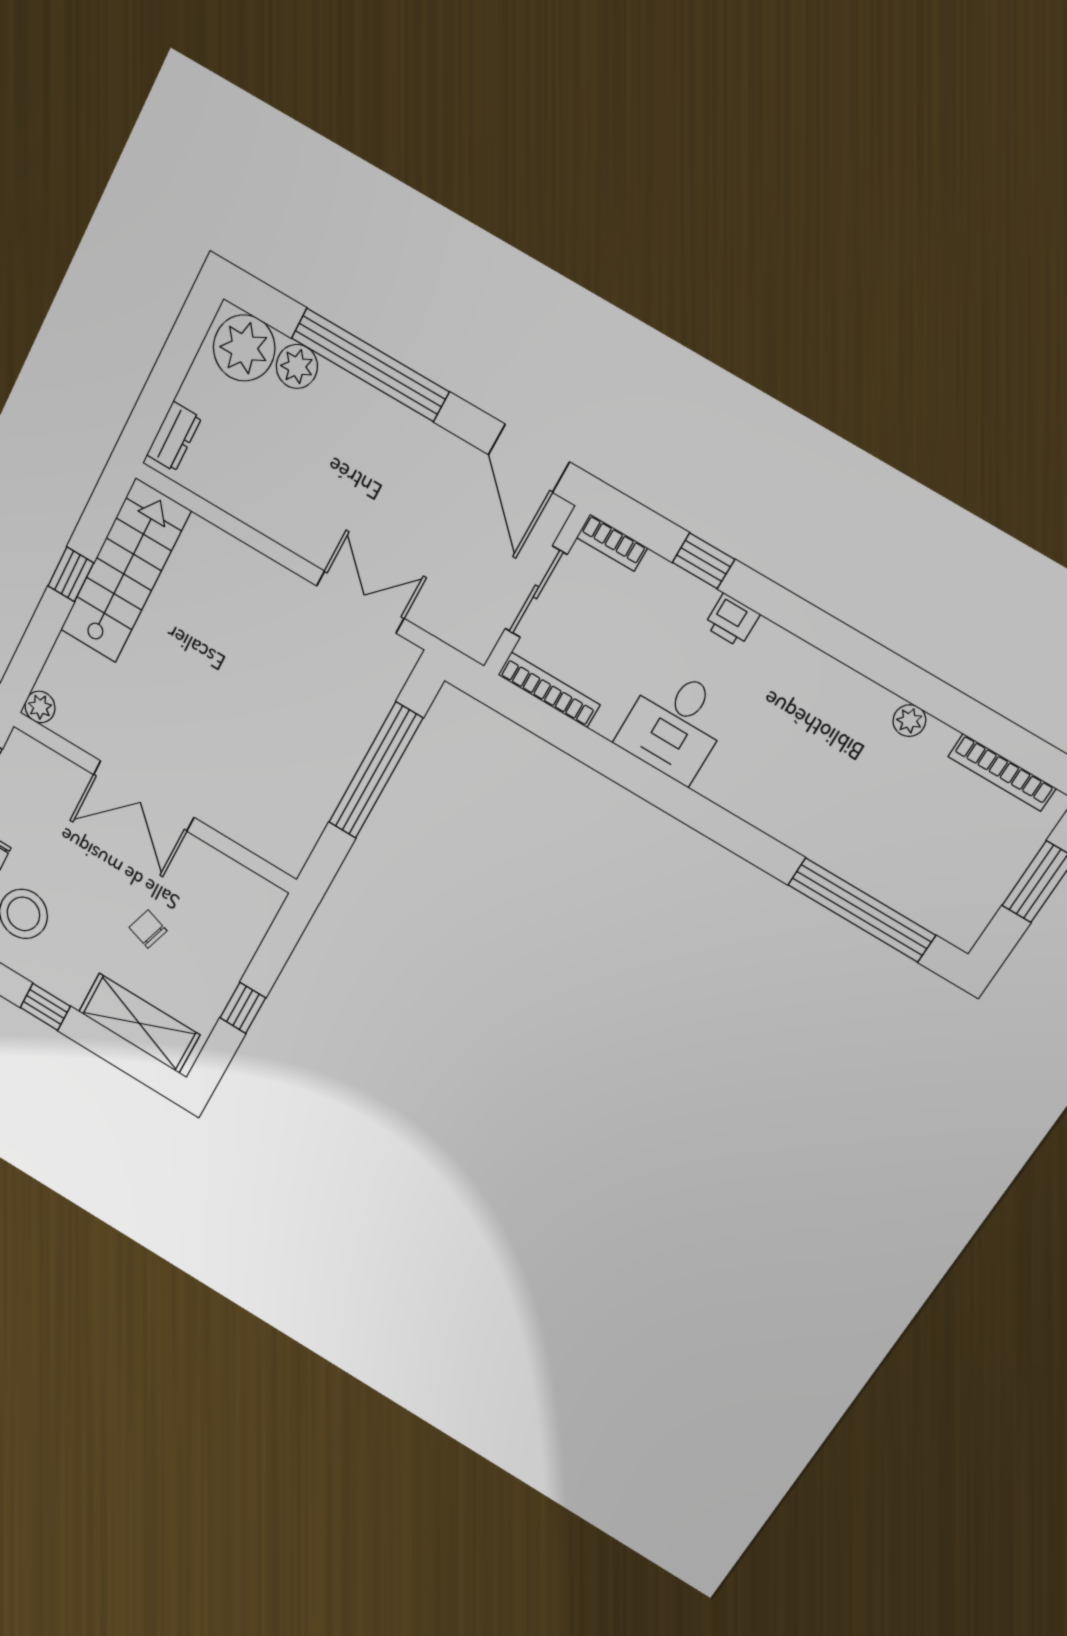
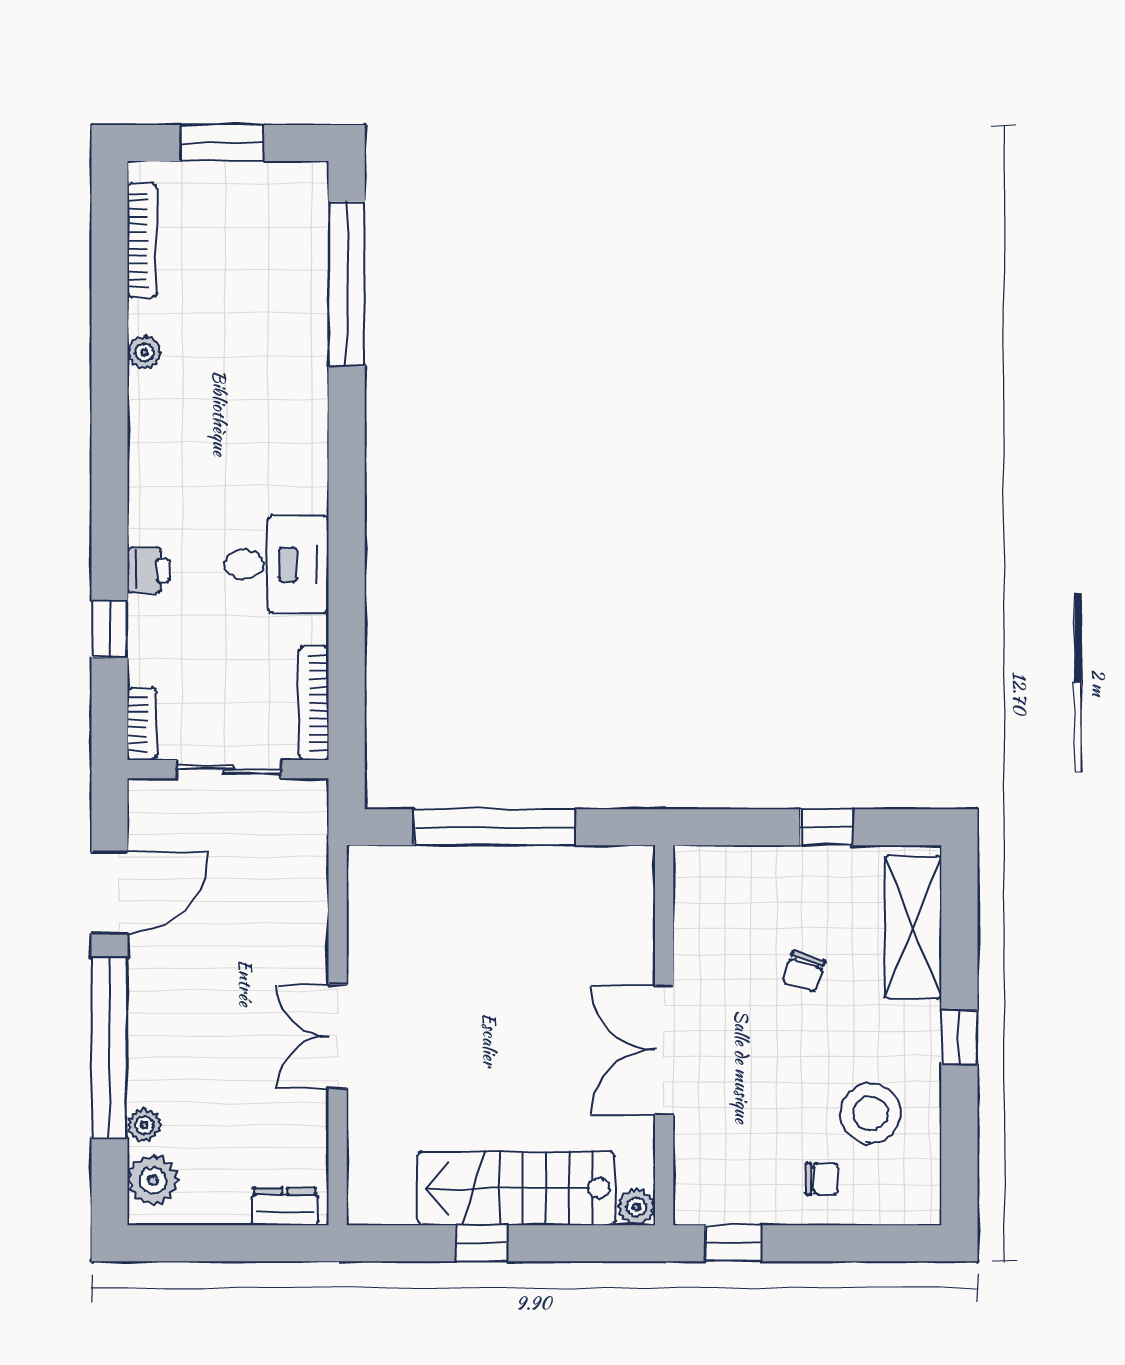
plant: (244, 348) -> (153, 1180), width x0.73, depth x0.73
plant: (297, 366) -> (144, 1125), width x0.73, depth x0.73
door: (529, 458) -> (110, 893), moved
stairs: (125, 571) -> (516, 1188), moved
double door: (360, 602) -> (338, 1037), moved
double door: (144, 796) -> (664, 1050), swing flipped

